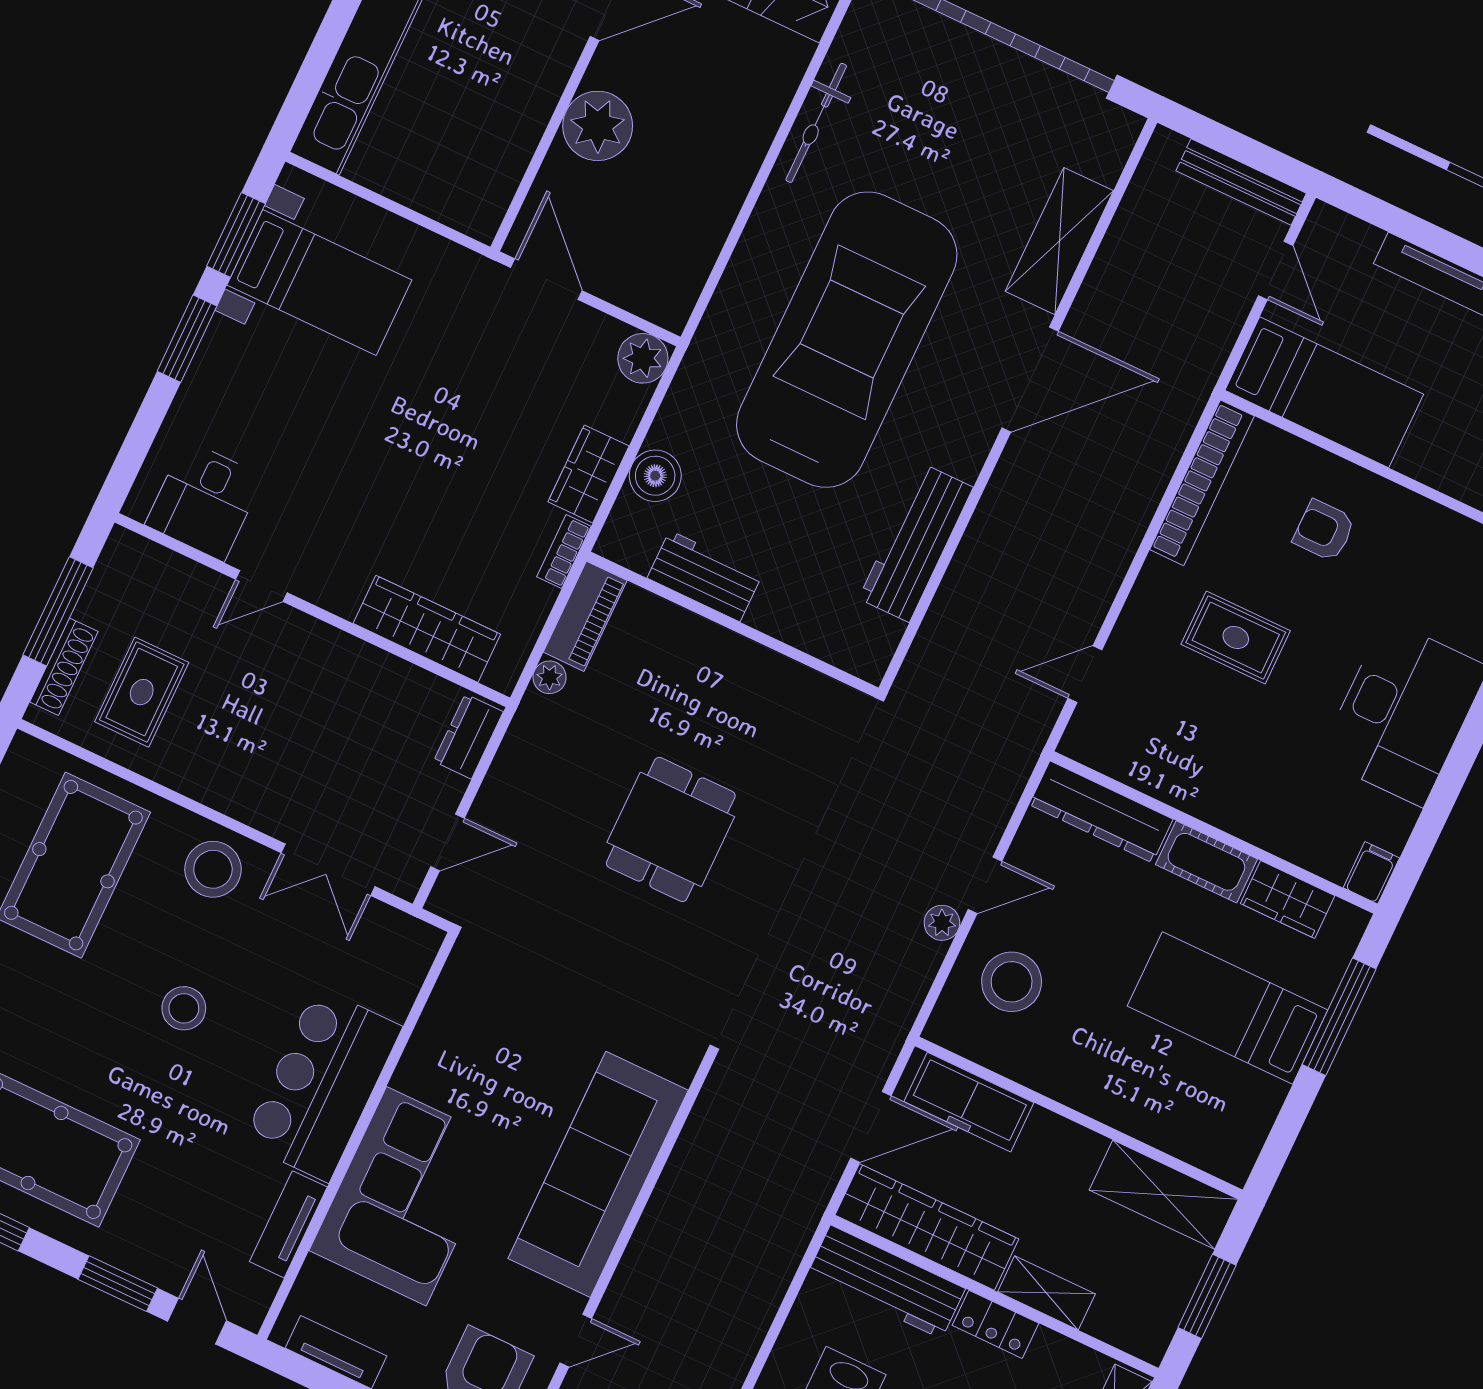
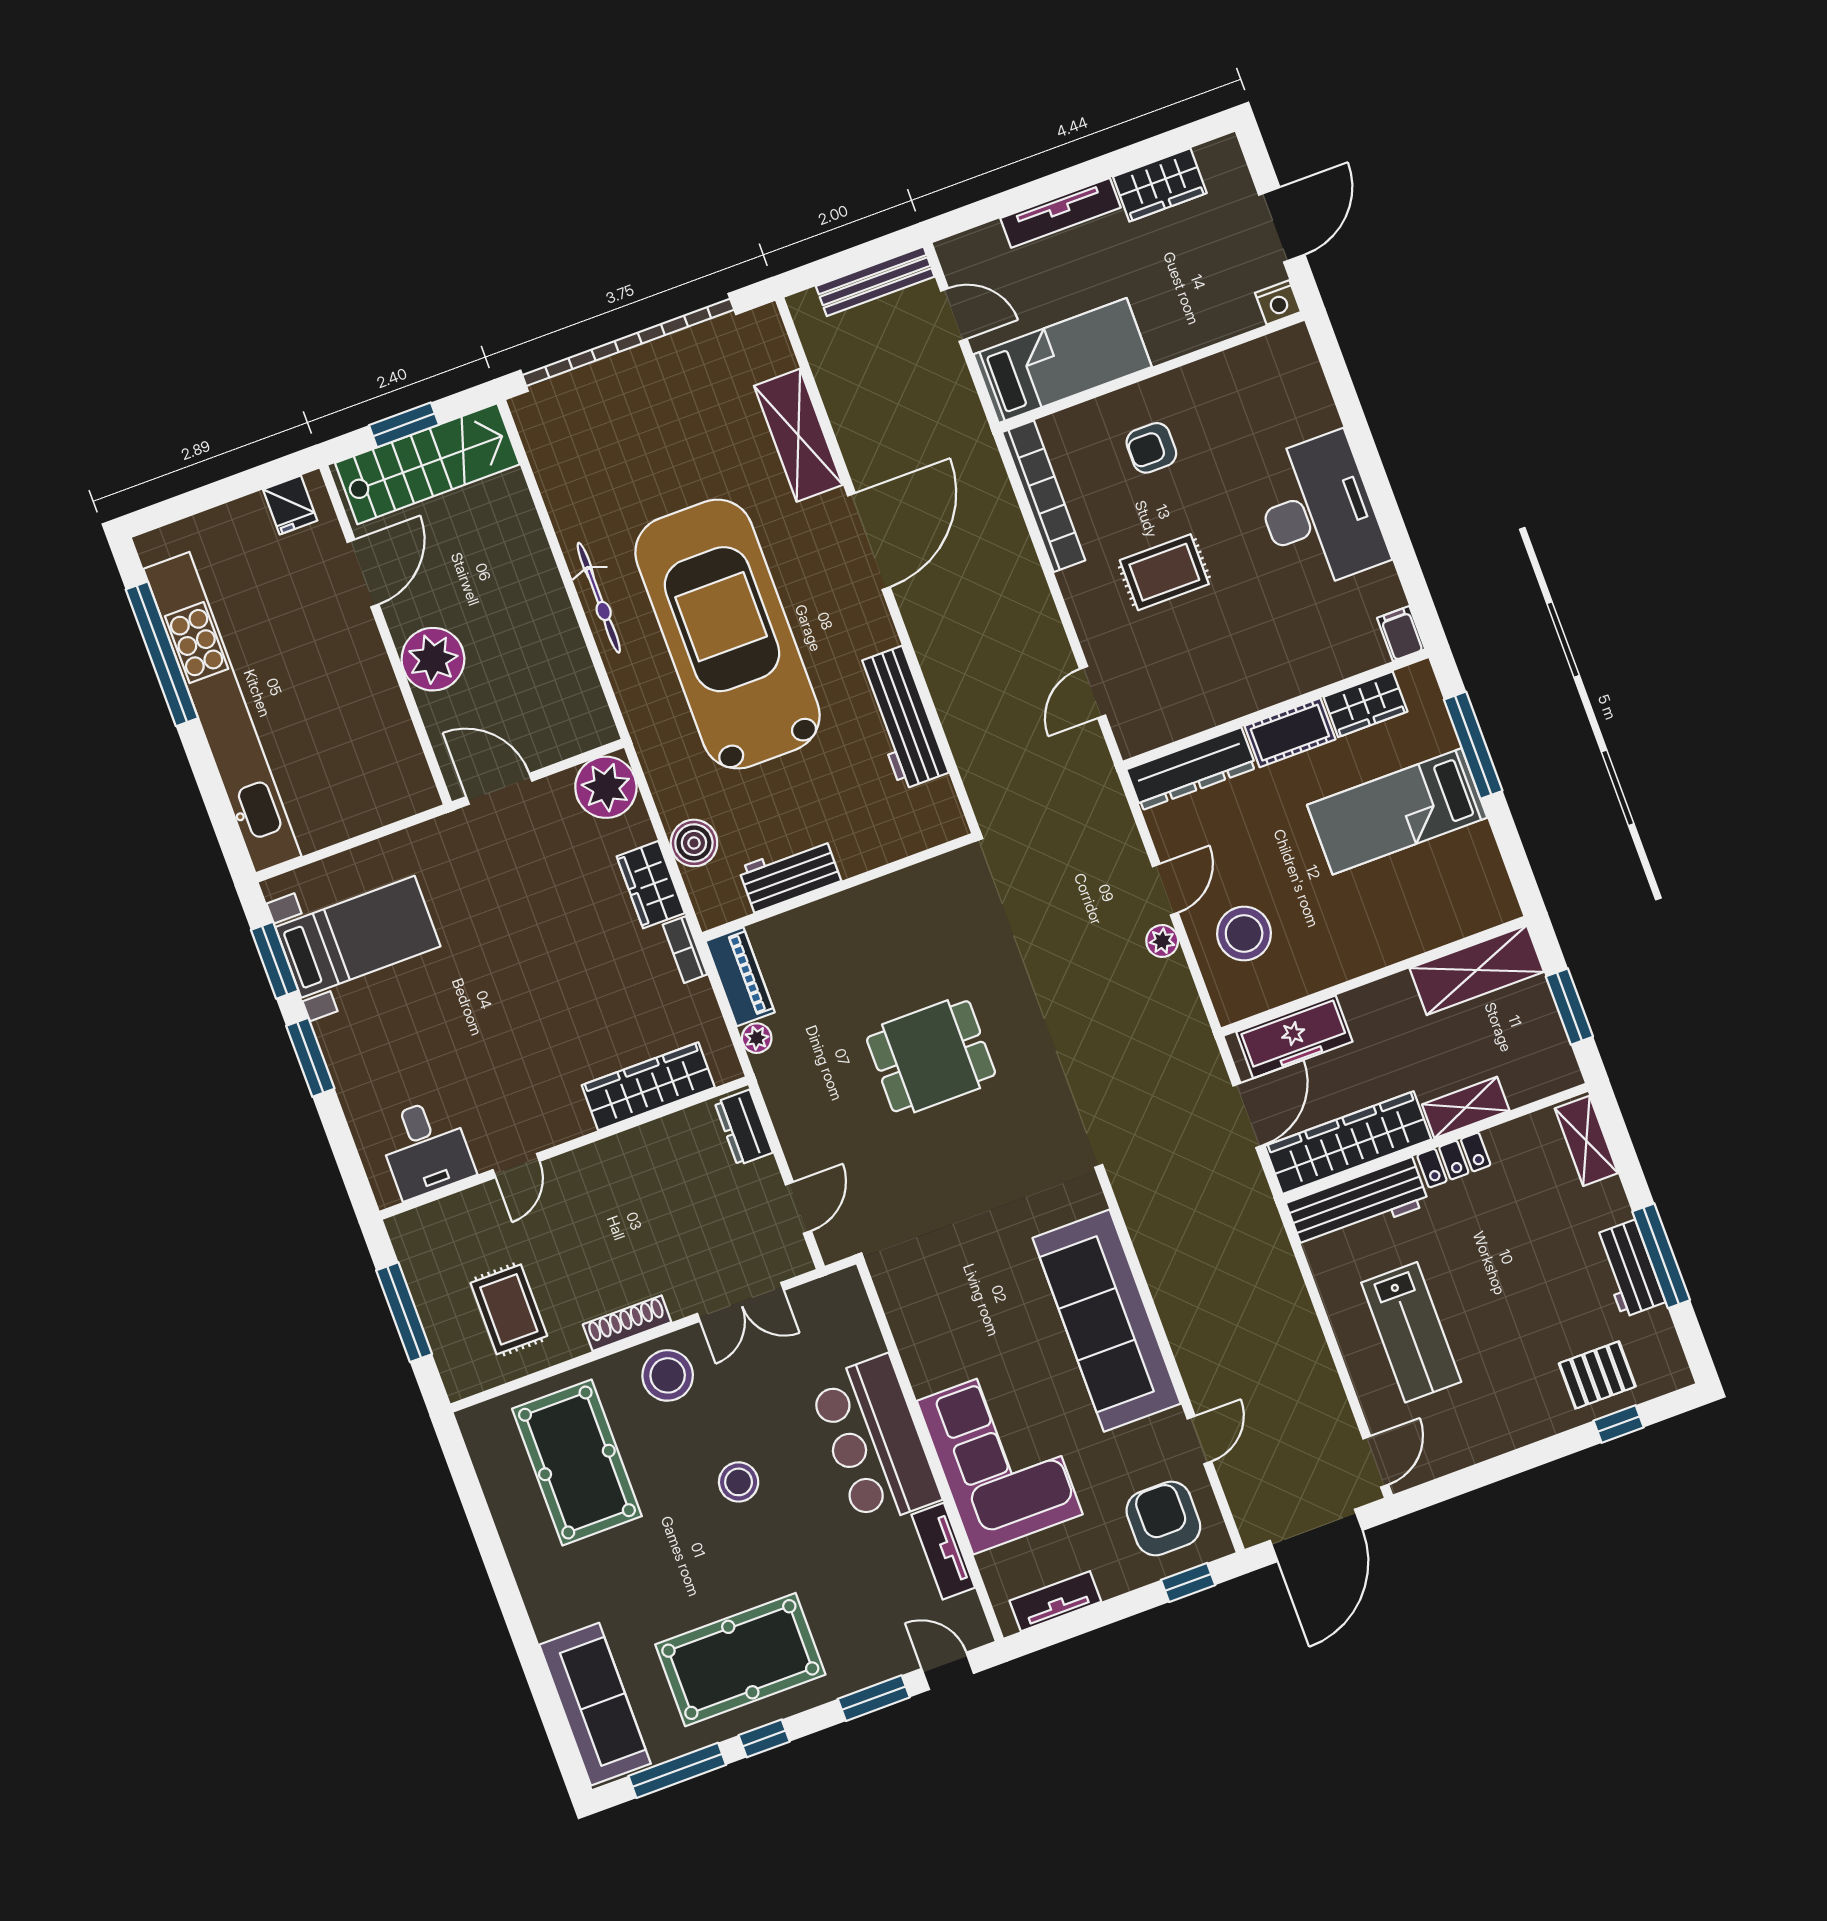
bicycle: (816, 123) -> (599, 598), moved
plant: (643, 358) -> (606, 787), width x1.36, depth x1.36
shoe rack: (64, 667) -> (627, 1323), moved, turned -90
dining table: (671, 829) -> (931, 1056), turned 90

